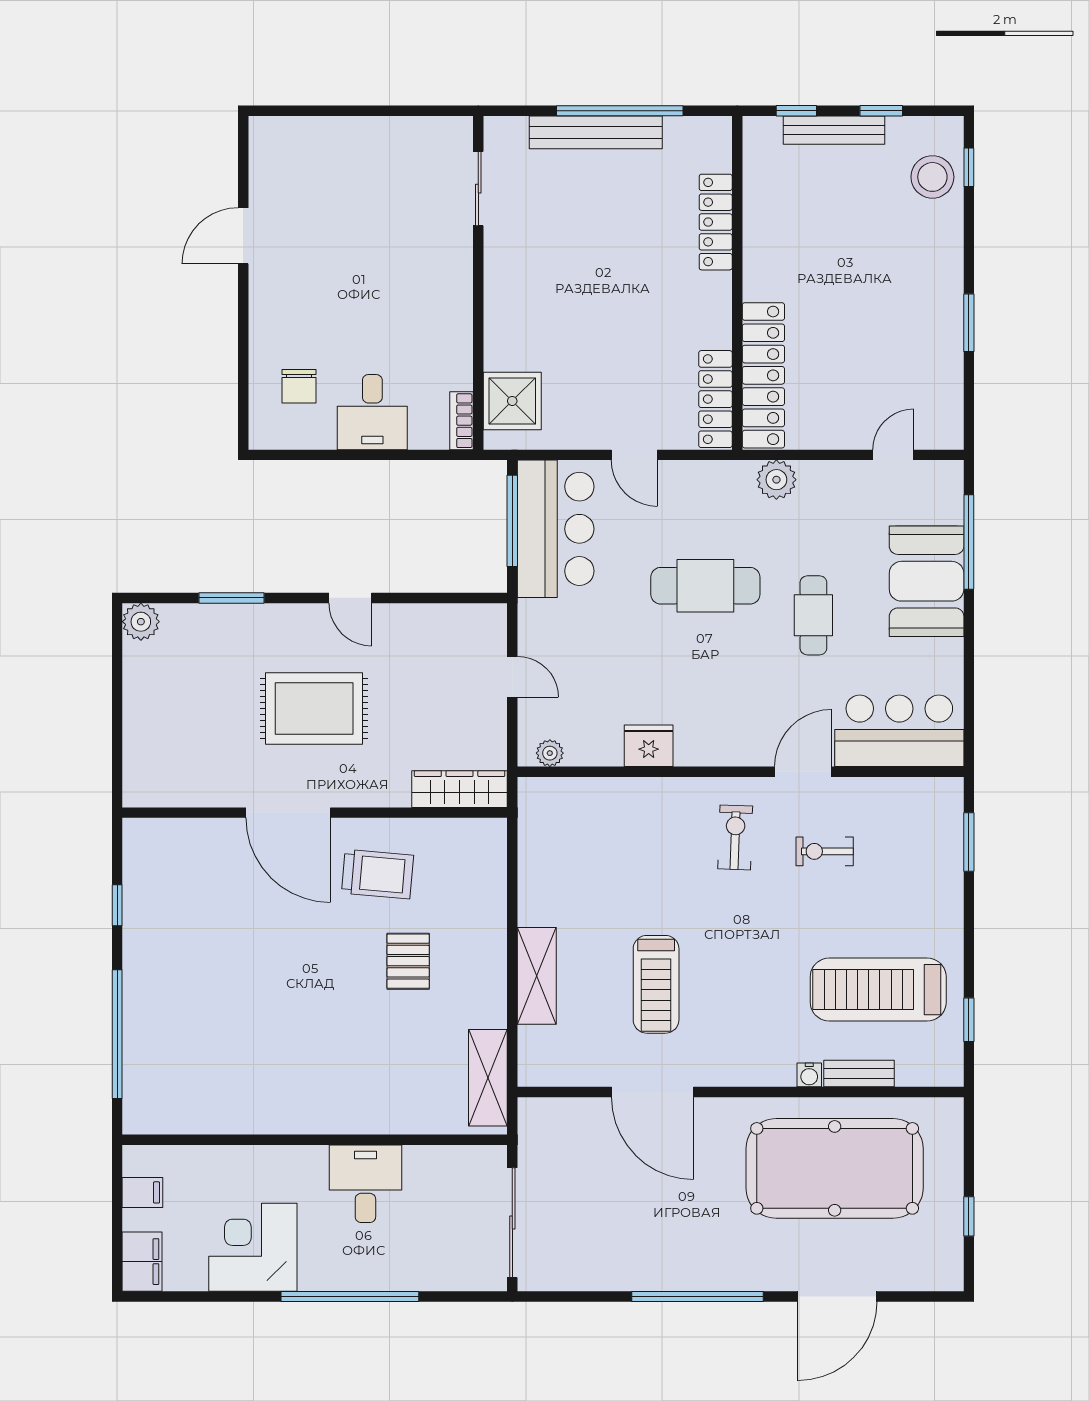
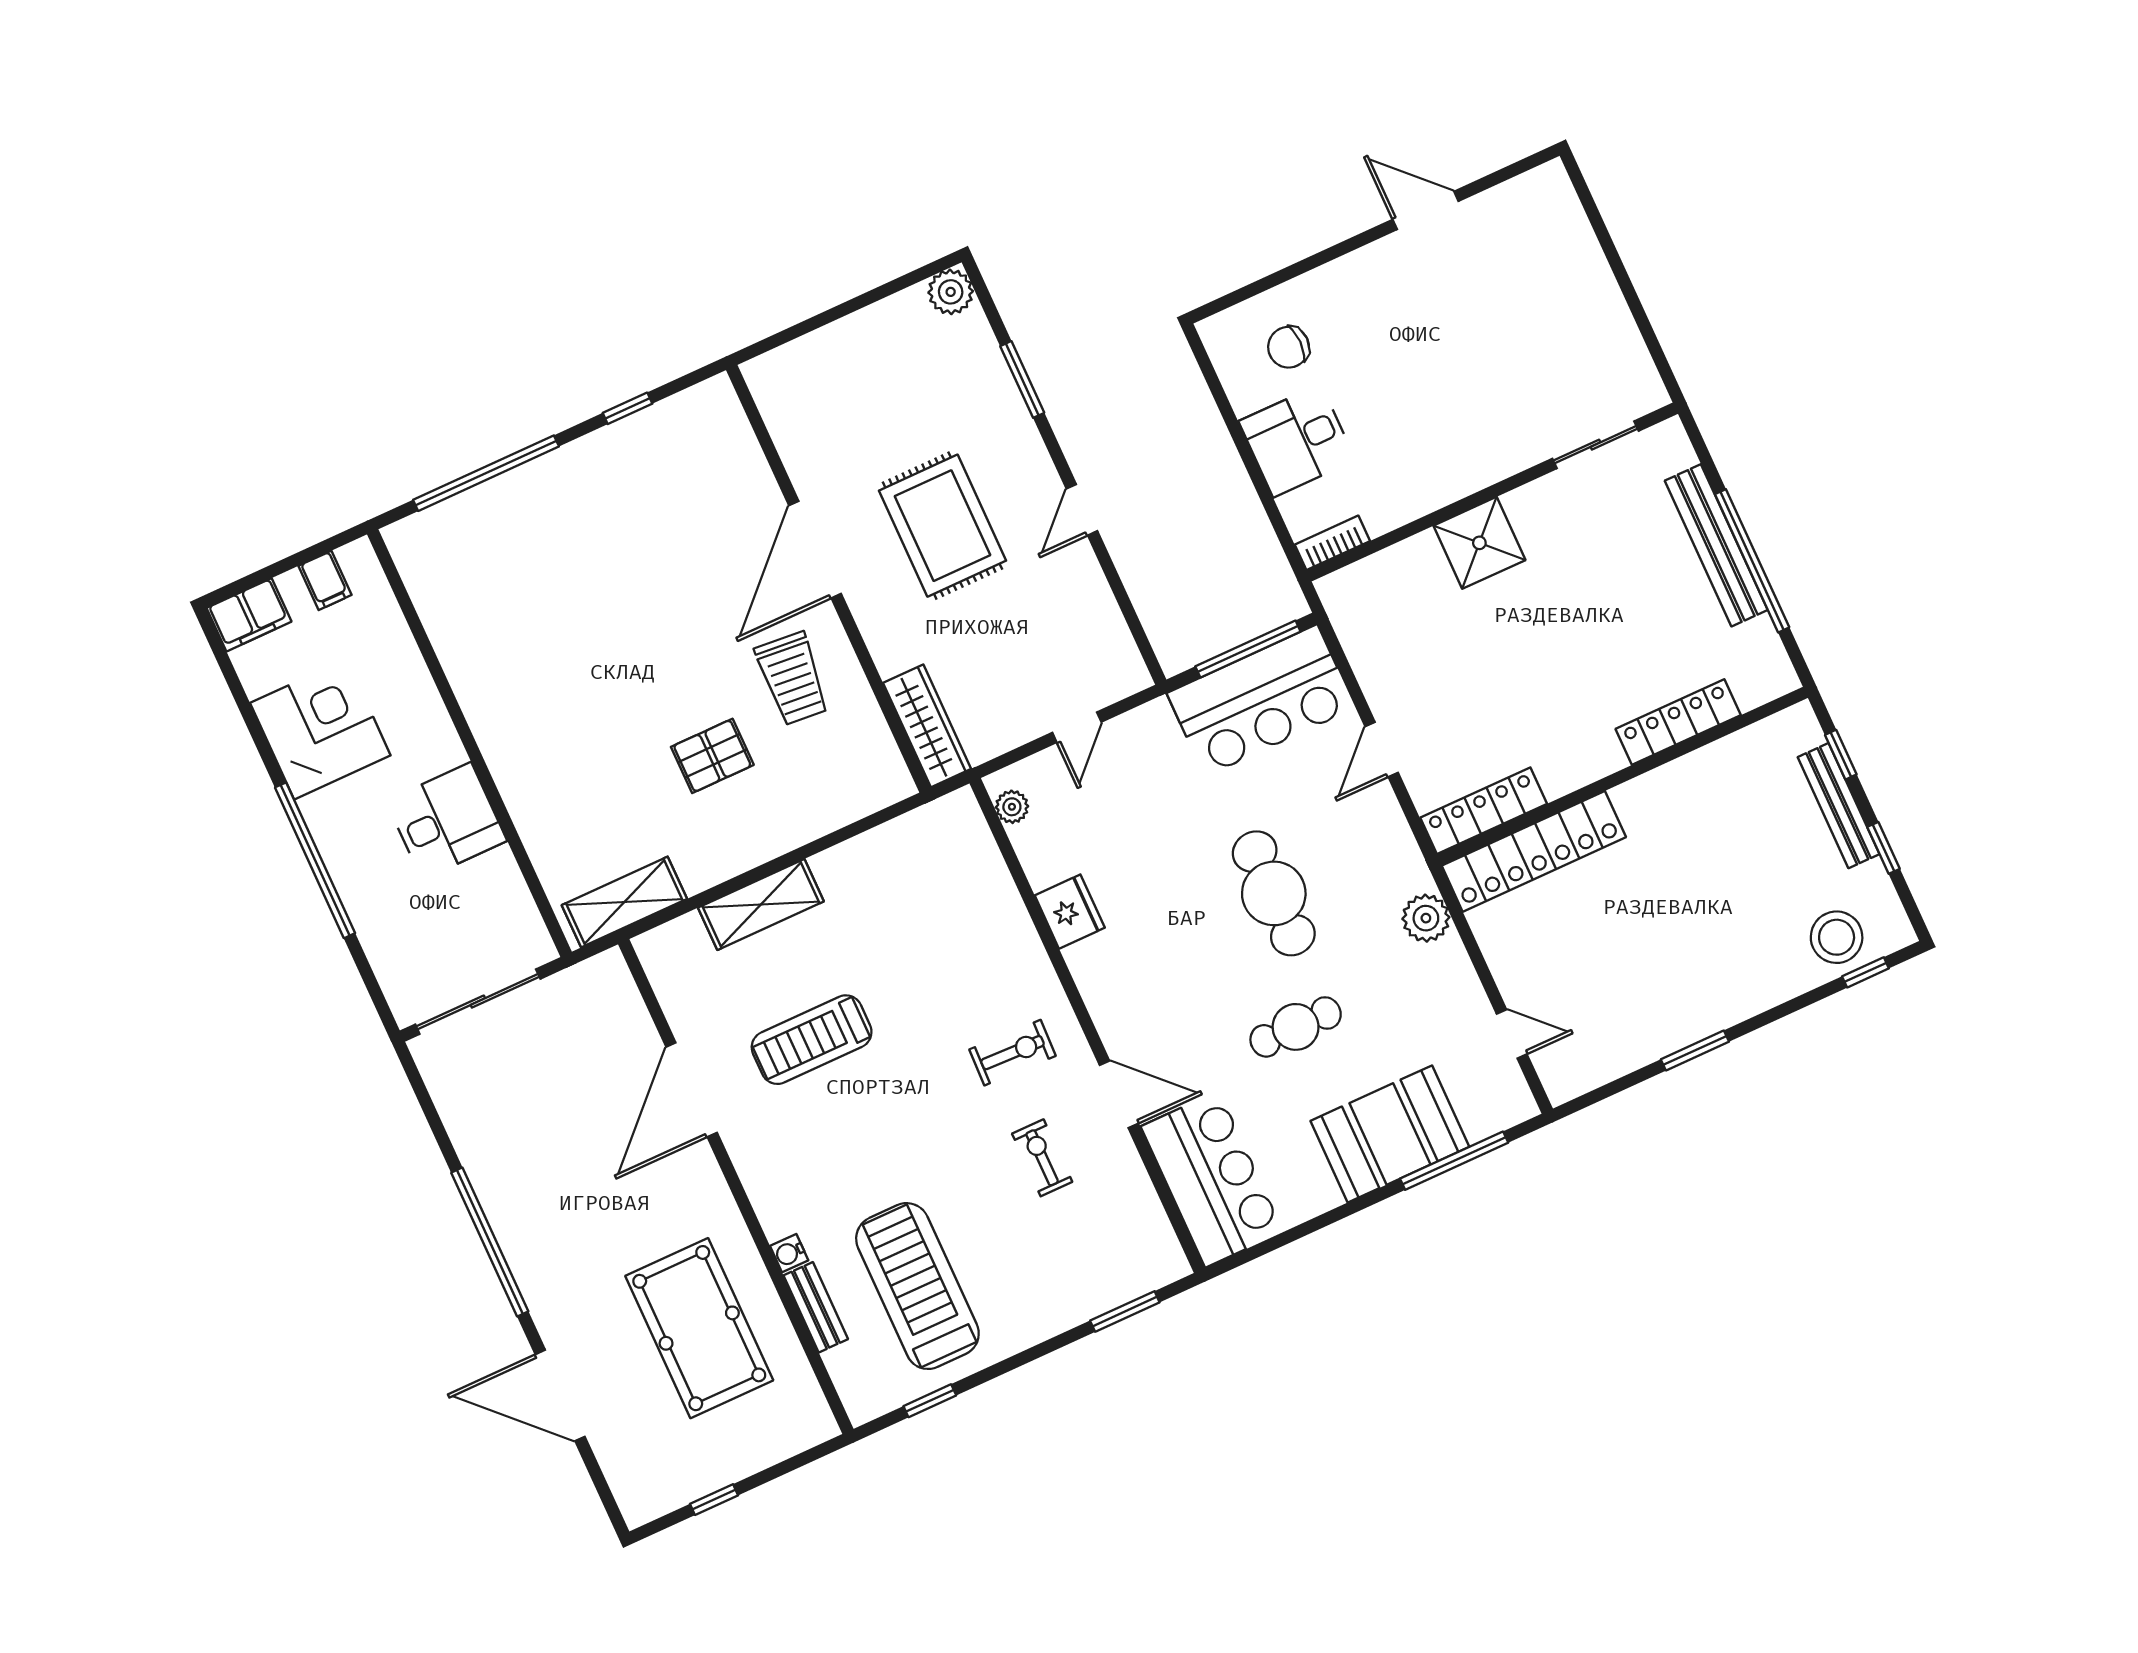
shower: (512, 401) -> (1479, 543), moved
pool table: (835, 1168) -> (699, 1328), width x0.73, depth x0.76

